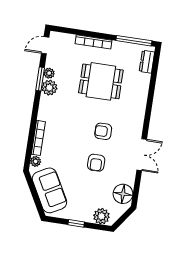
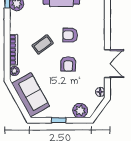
coffee table: (71, 137) -> (43, 44), added
double door: (142, 155) -> (107, 64), moved
floor lamp: (123, 194) -> (100, 92), width x0.53, depth x0.53

